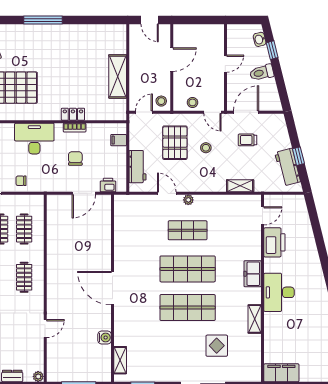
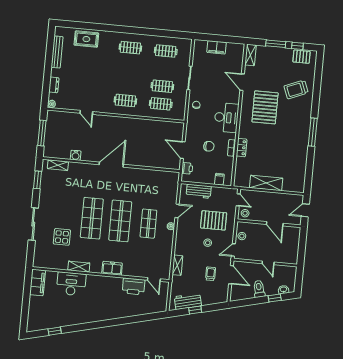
desk: (279, 292) -> (71, 284), moved

